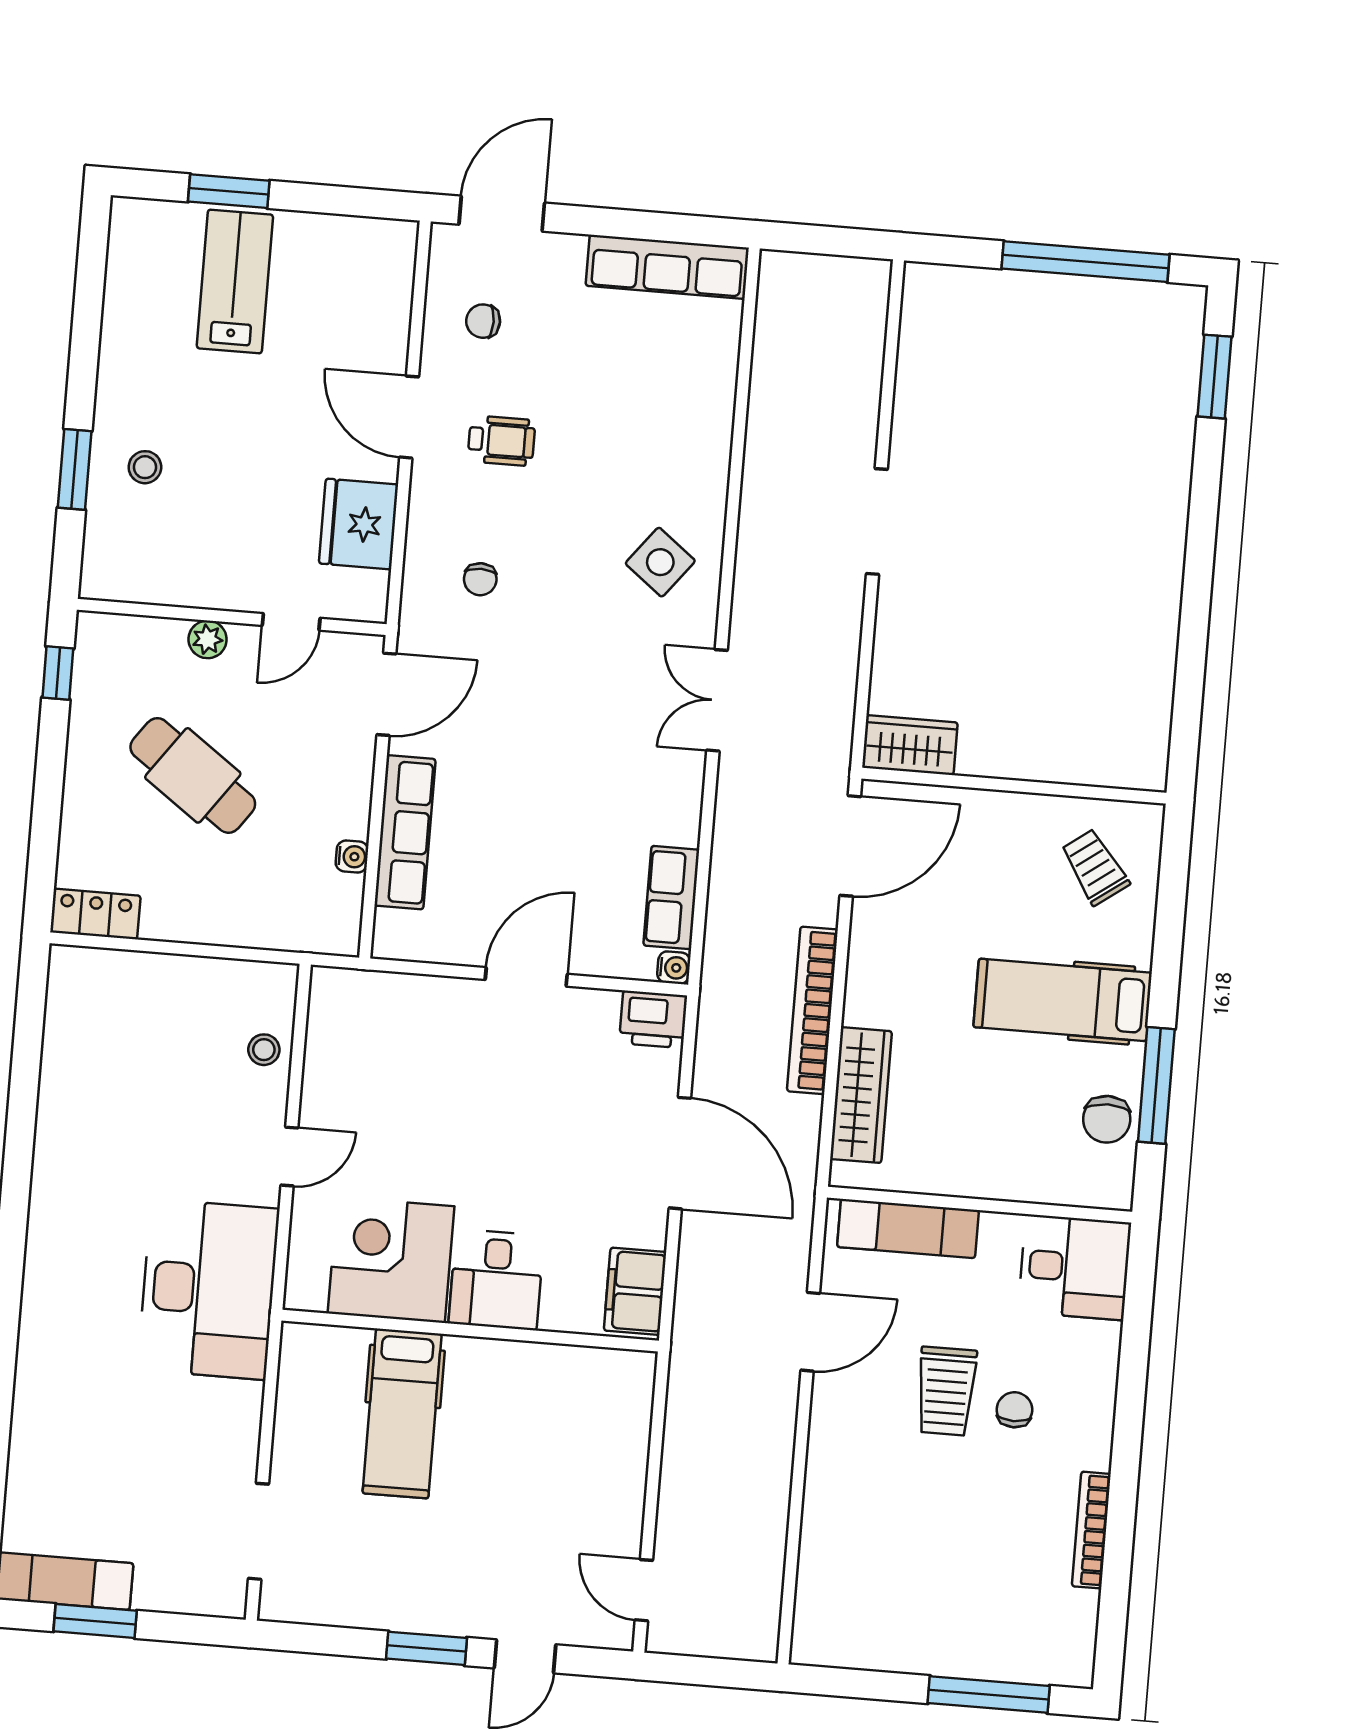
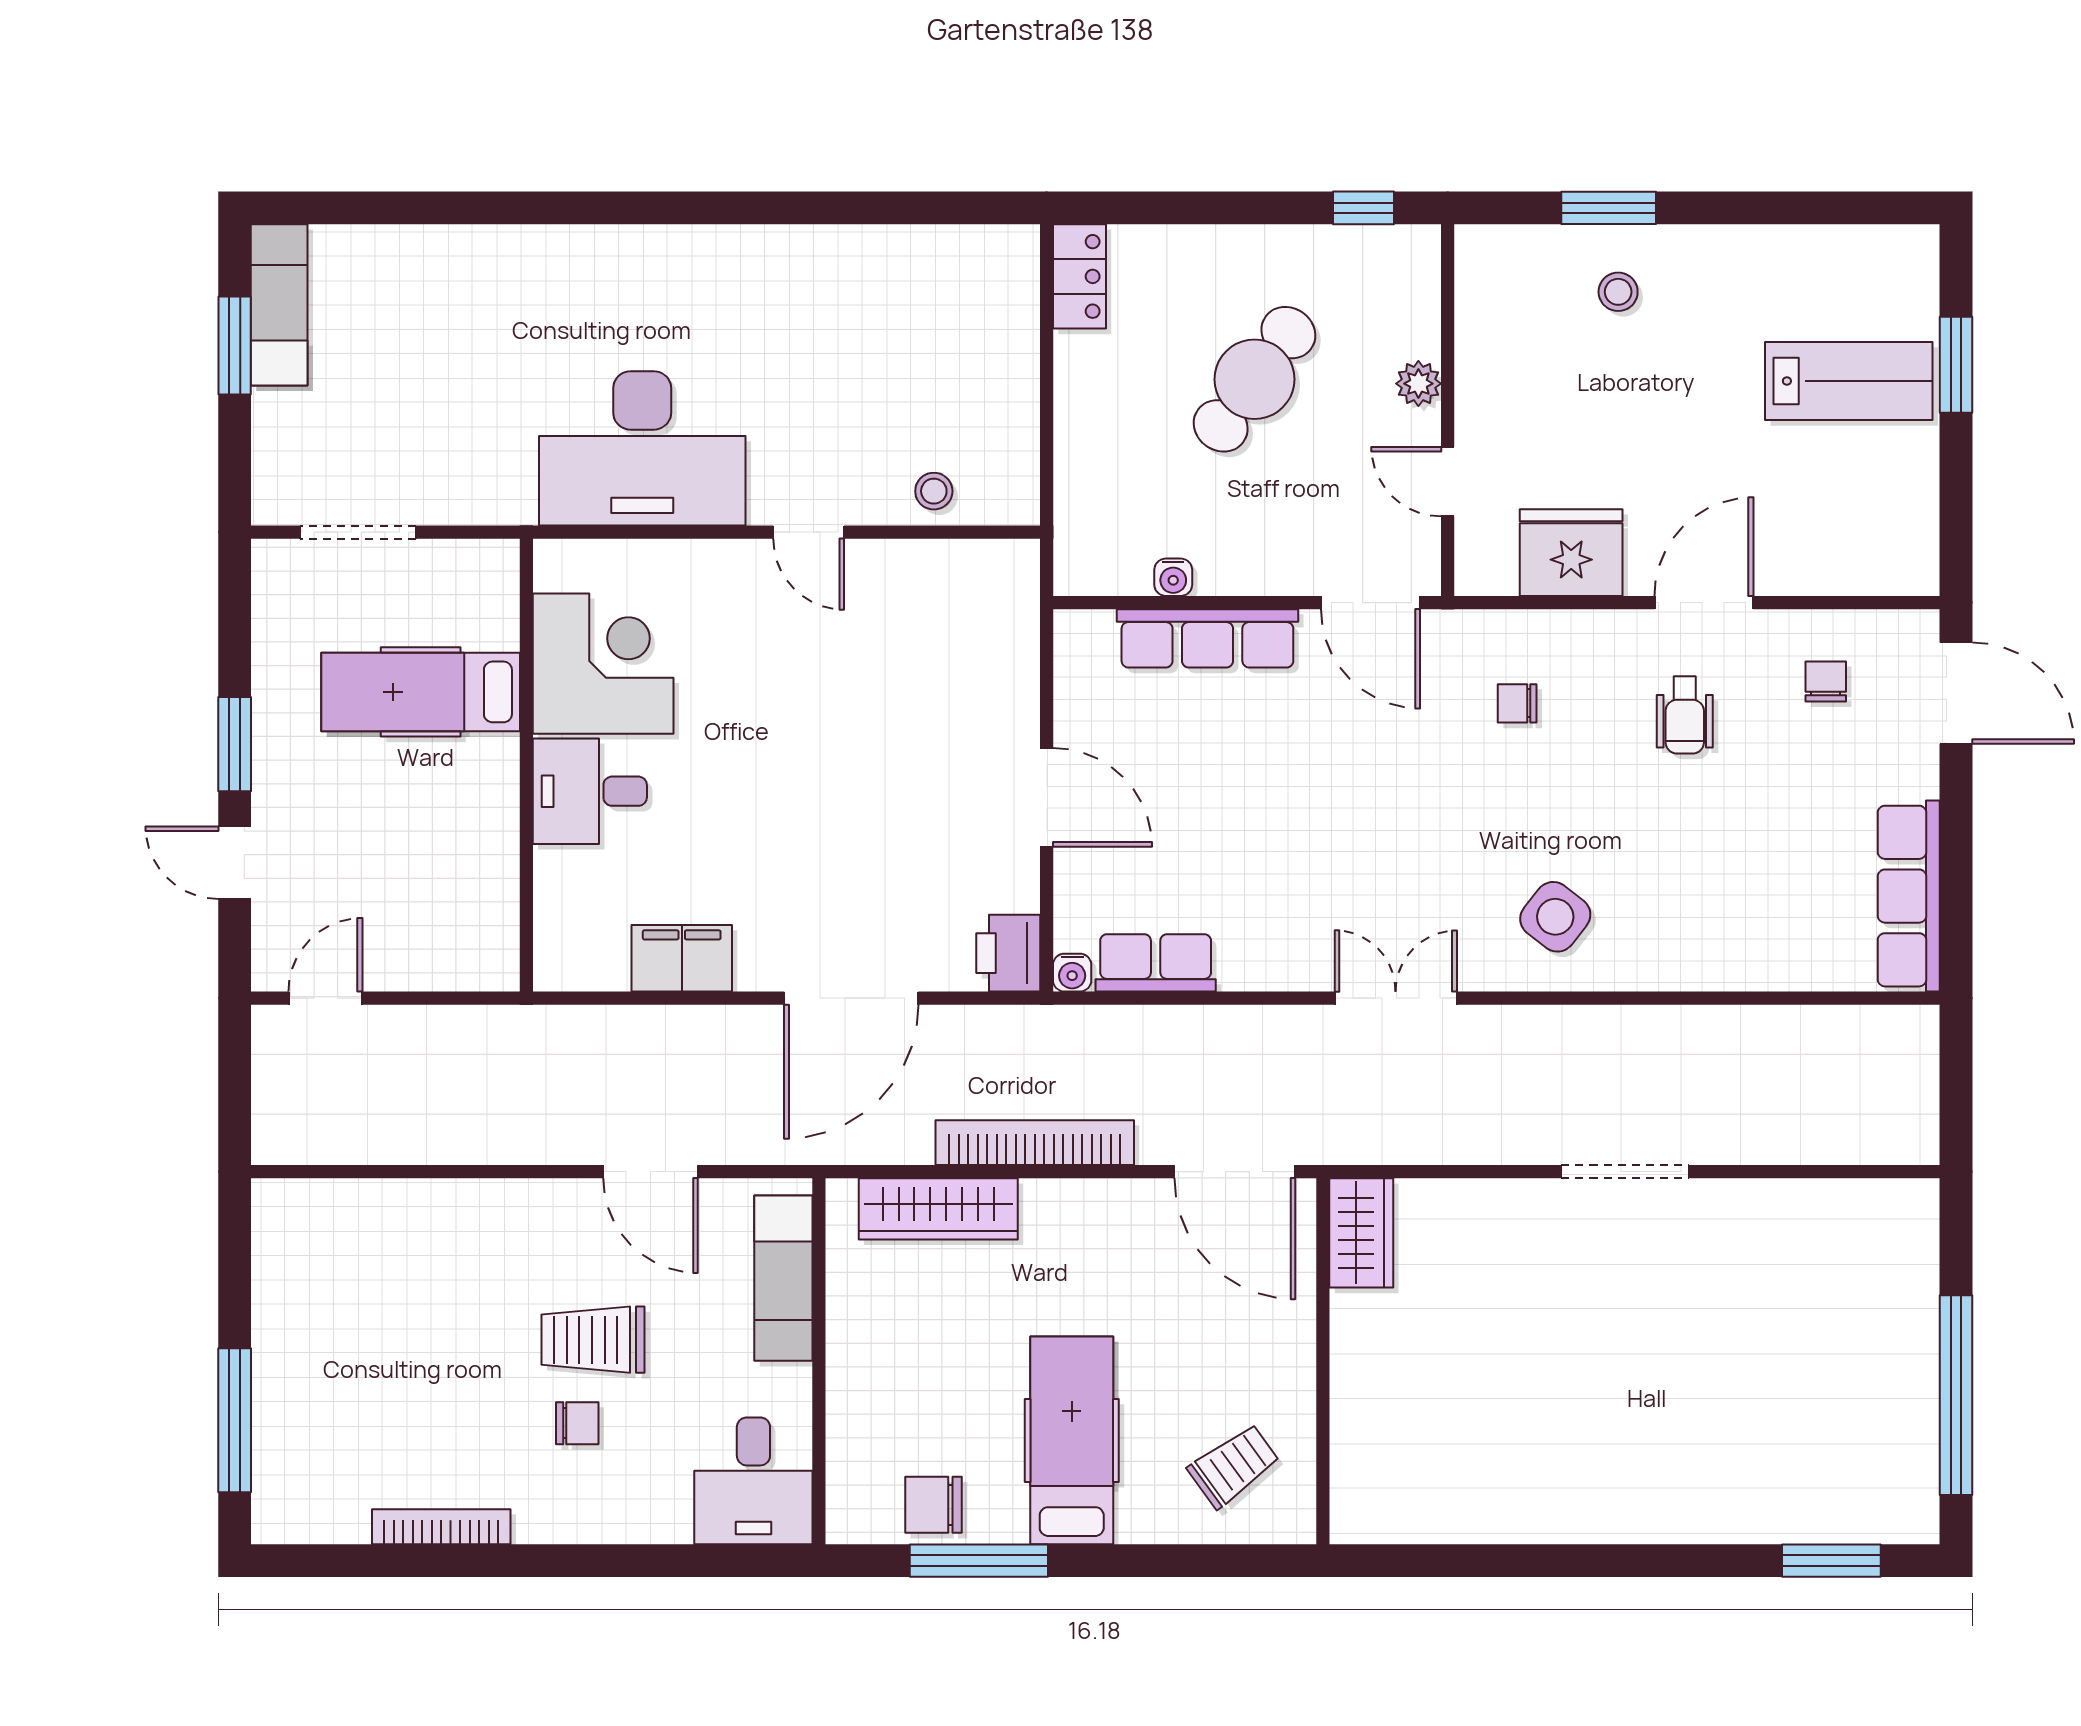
corner desk: (391, 1260) -> (603, 664), moved
desk: (496, 1280) -> (590, 791), moved
wall: (470, 1331) -> (526, 765), moved
hospital bed: (402, 1414) -> (421, 692), moved

